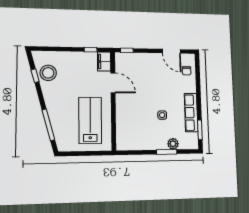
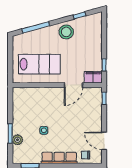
door: (171, 51) -> (104, 141), hinge flipped
stool: (48, 73) -> (66, 32), moved
row of seats: (191, 113) -> (59, 158), moved

